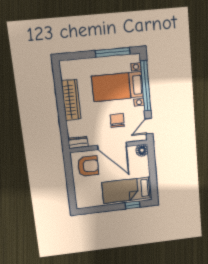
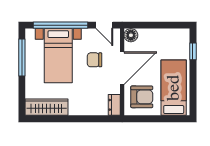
wardrobe: (71, 100) -> (47, 107), moved
armchair: (88, 166) -> (142, 97), turned 90
bed: (127, 190) -> (174, 88), moved, turned 180

